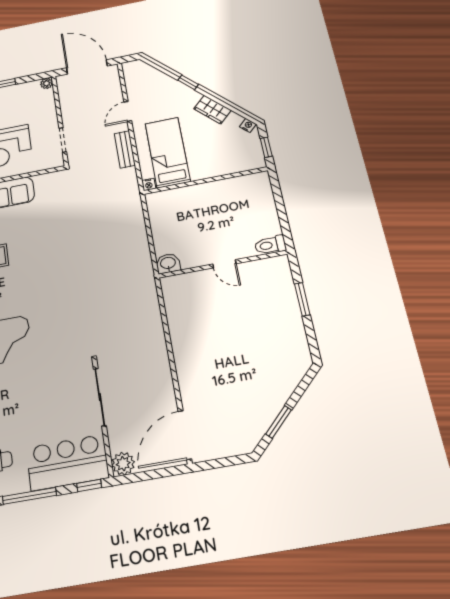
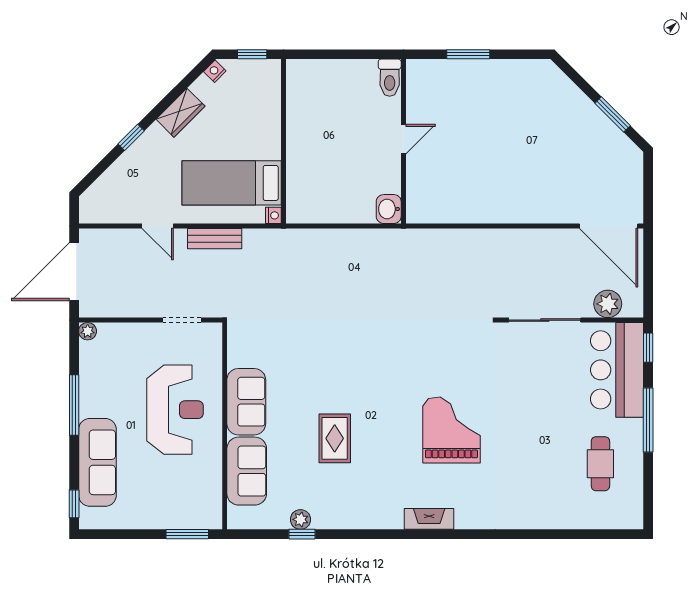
plant: (123, 464) -> (608, 304), moved

